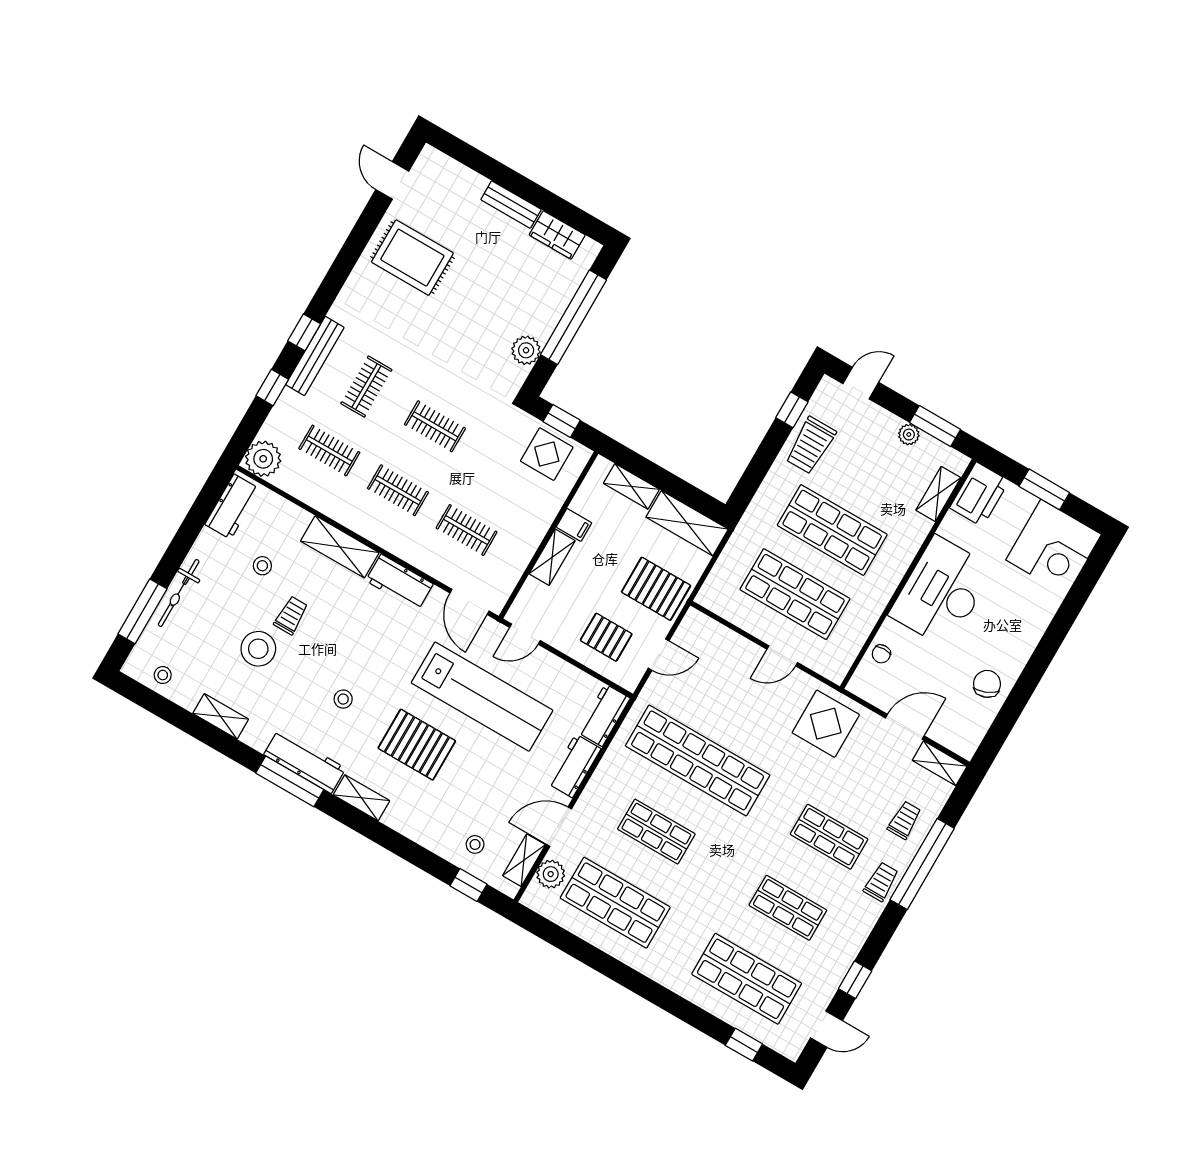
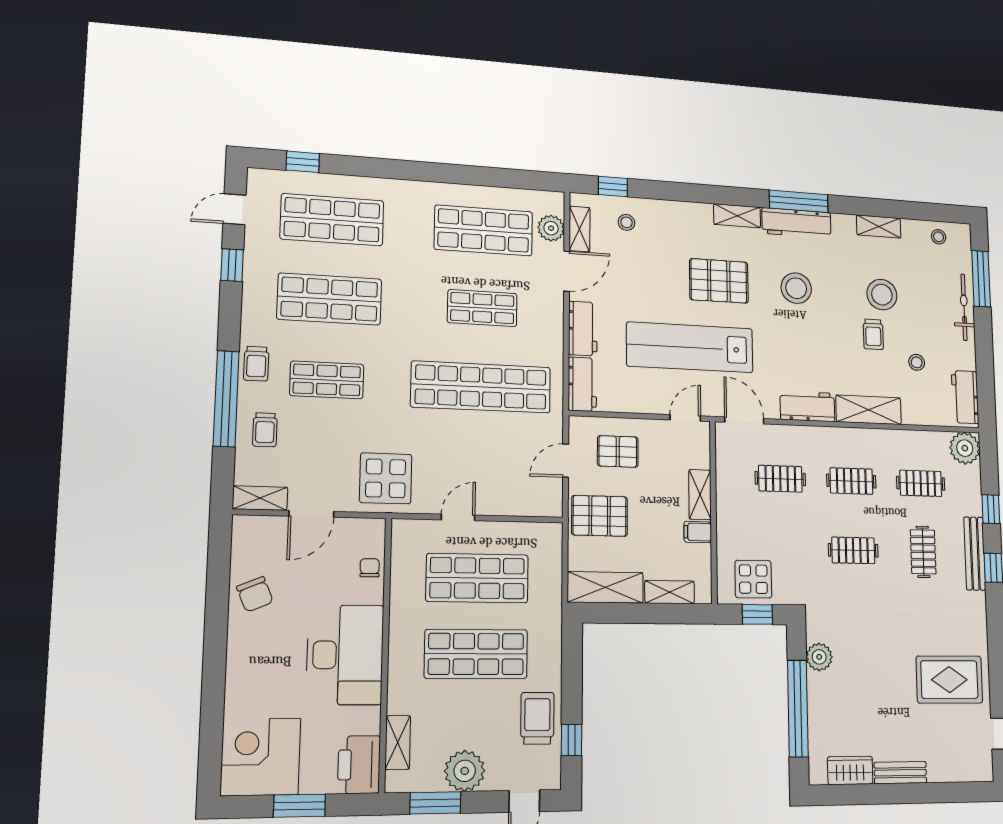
plant: (909, 435) -> (465, 771), width x1.88, depth x1.88
stool: (343, 699) -> (796, 288), width x1.89, depth x1.89
shop shelf: (788, 908) -> (330, 299), width x1.43, depth x1.36

